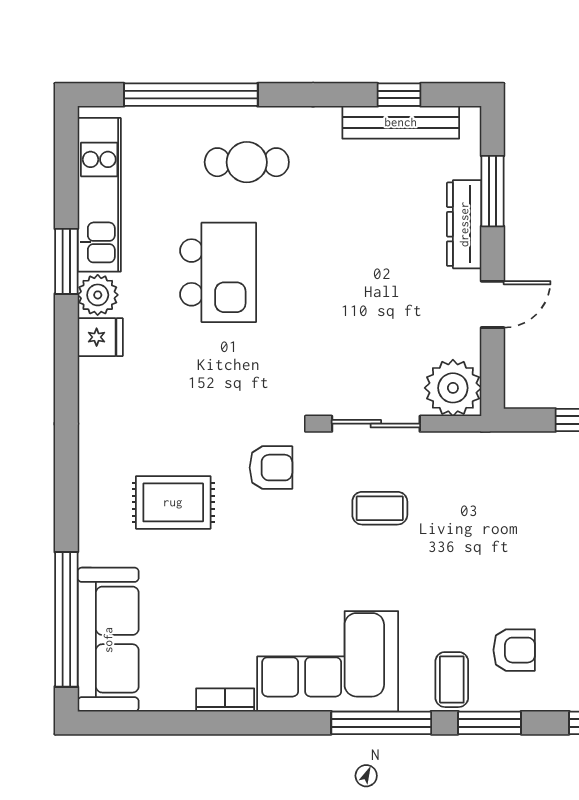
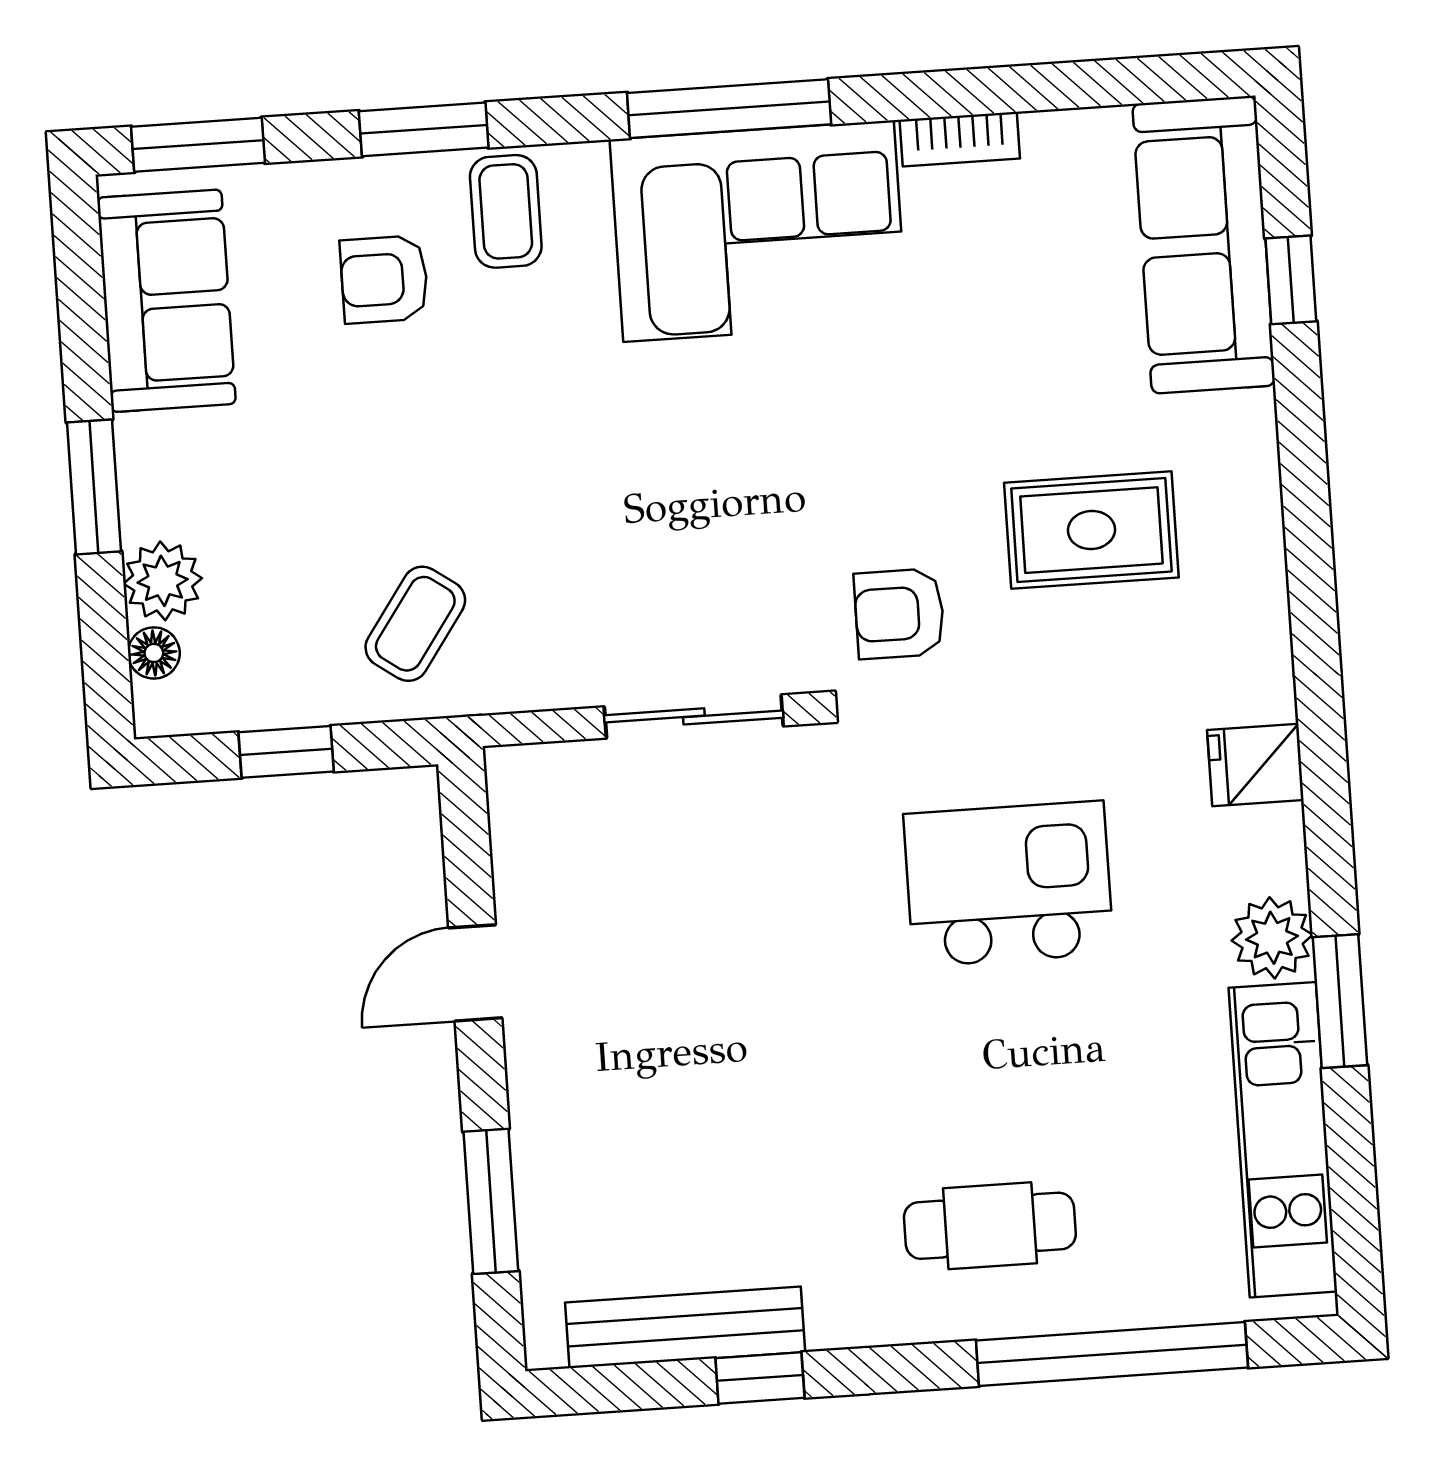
window: (399, 95) -> (760, 1378), moved
dresser: (464, 224) -> (544, 1131), removed
kitchen island: (218, 272) -> (1009, 884), moved, turned 90
fridge: (100, 337) -> (1255, 765), moved
plant: (453, 388) -> (544, 799), removed
coffee table: (380, 508) -> (415, 624), moved, turned -55
window: (66, 619) -> (1291, 280), width x0.32
window: (381, 723) -> (729, 109), moved

